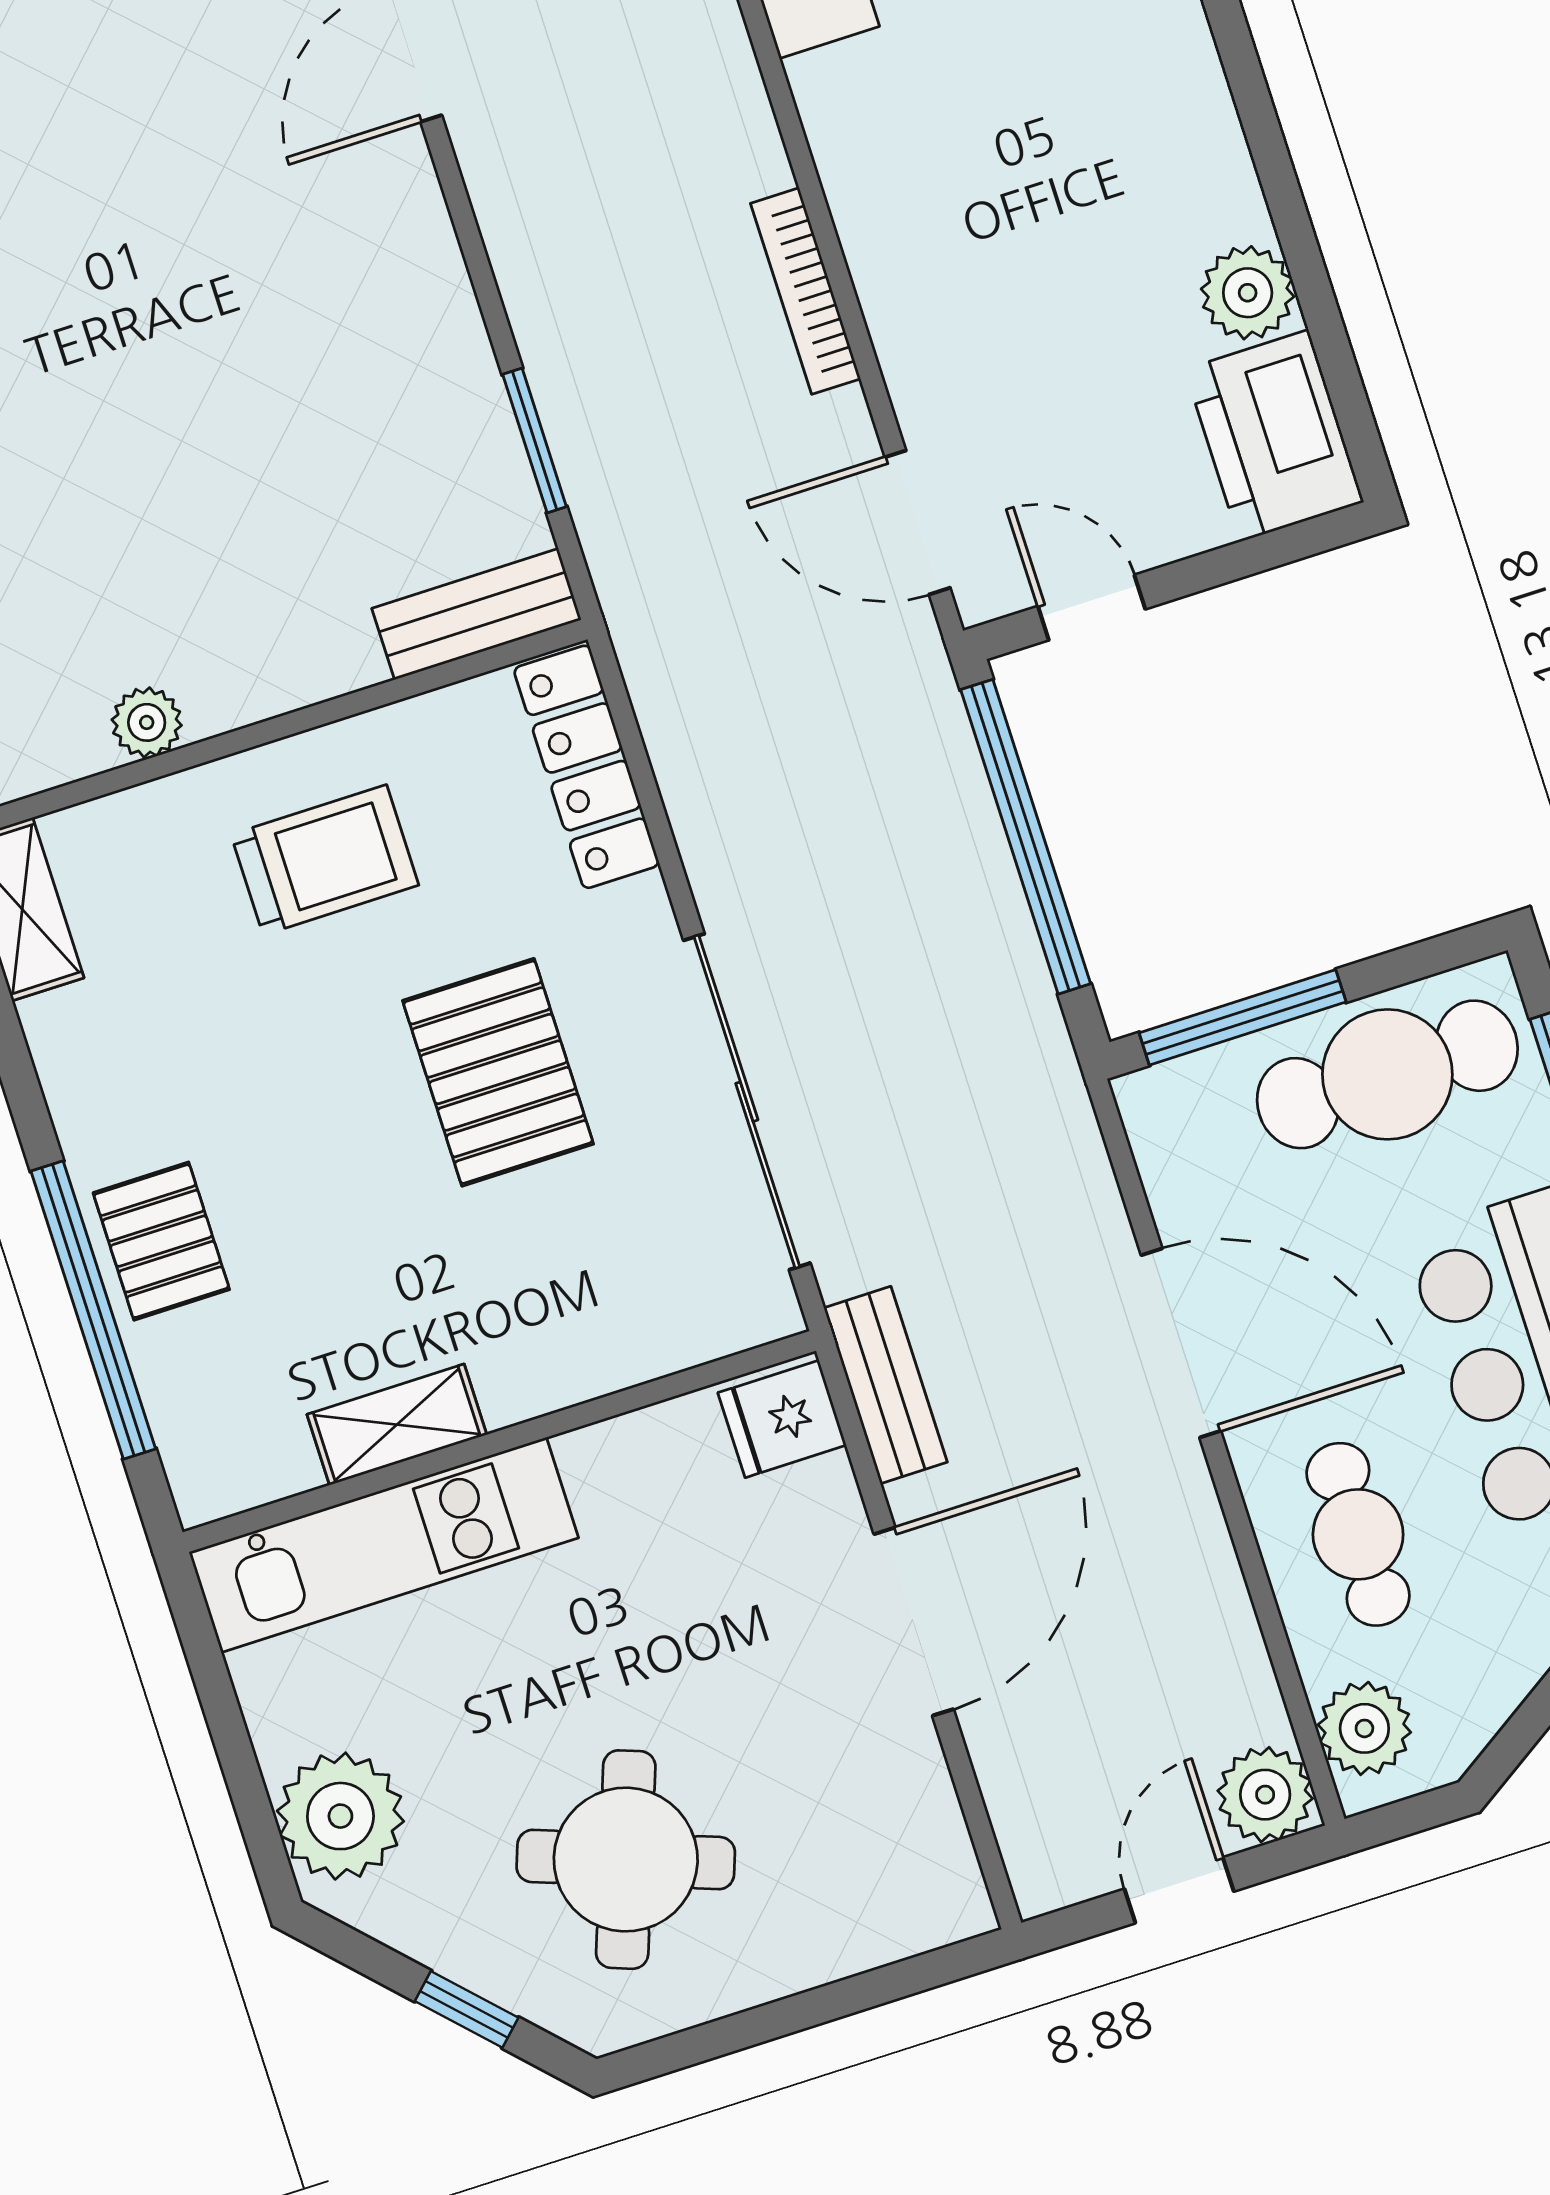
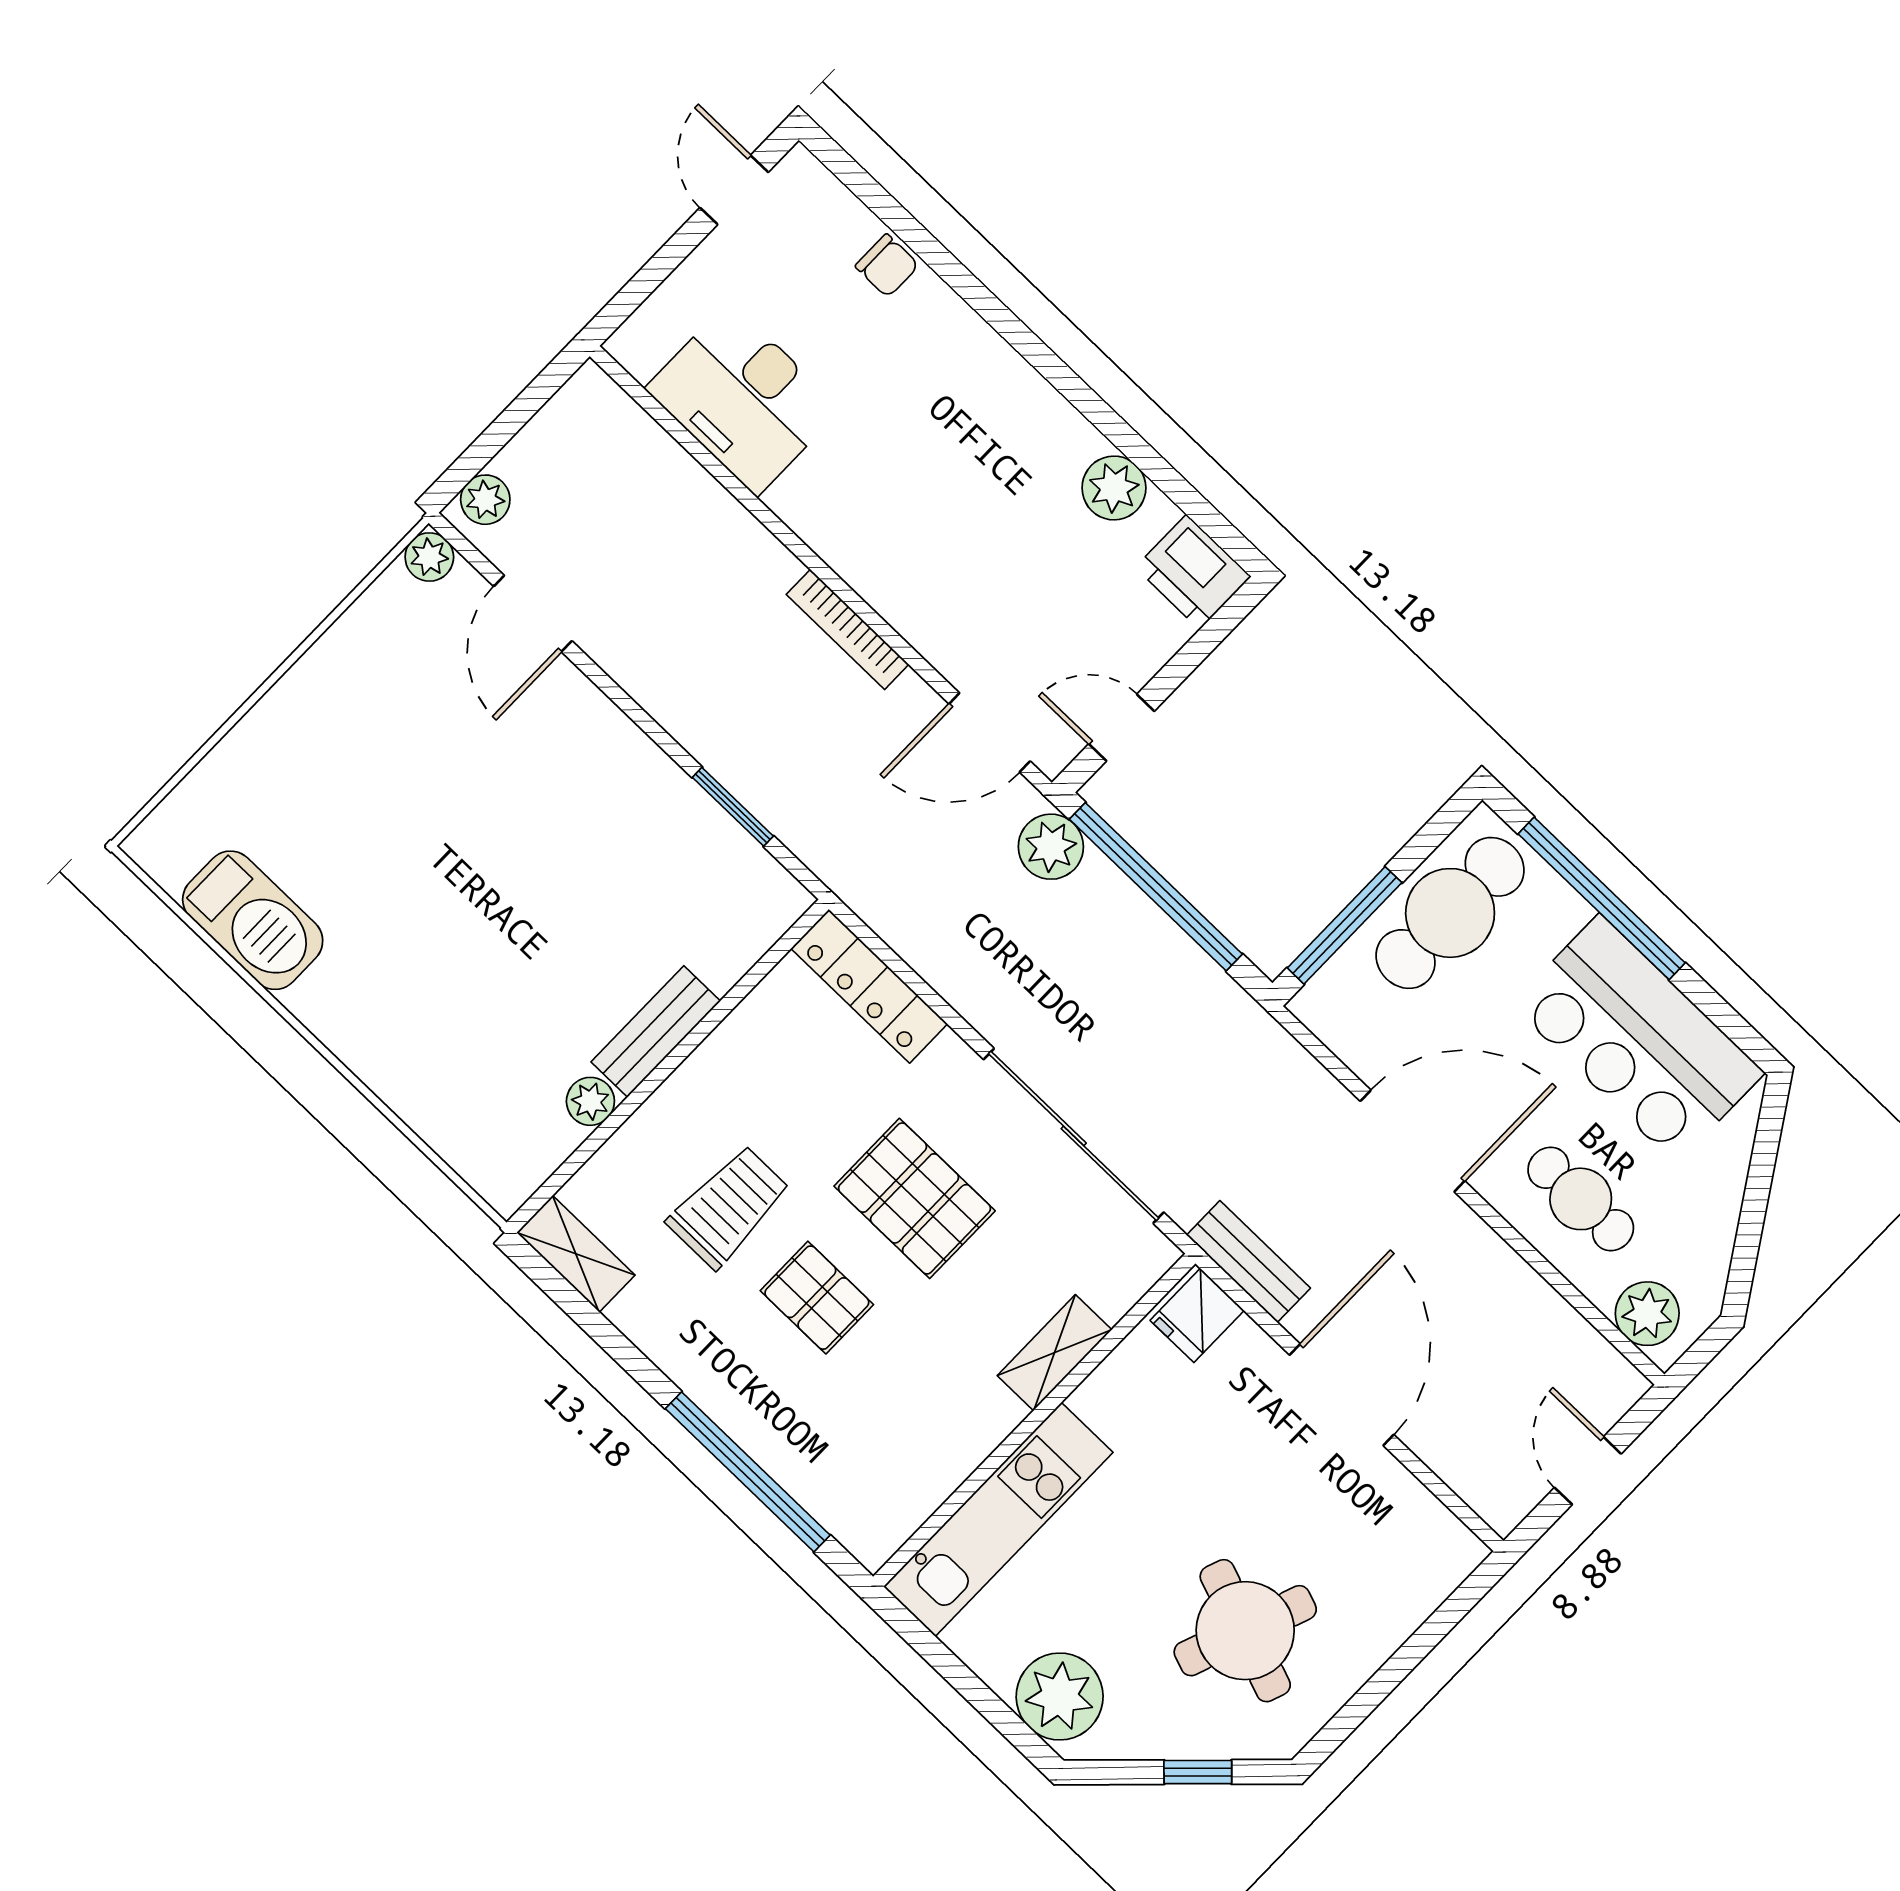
printer: (1274, 436) -> (1193, 572), width x0.73, depth x0.84
bench: (476, 614) -> (656, 1031), moved
trolley: (325, 860) -> (729, 1207), moved
pallet: (161, 1241) -> (817, 1298), moved
shelving: (397, 1425) -> (1055, 1353), moved
plant: (1265, 1795) -> (1051, 847), moved

